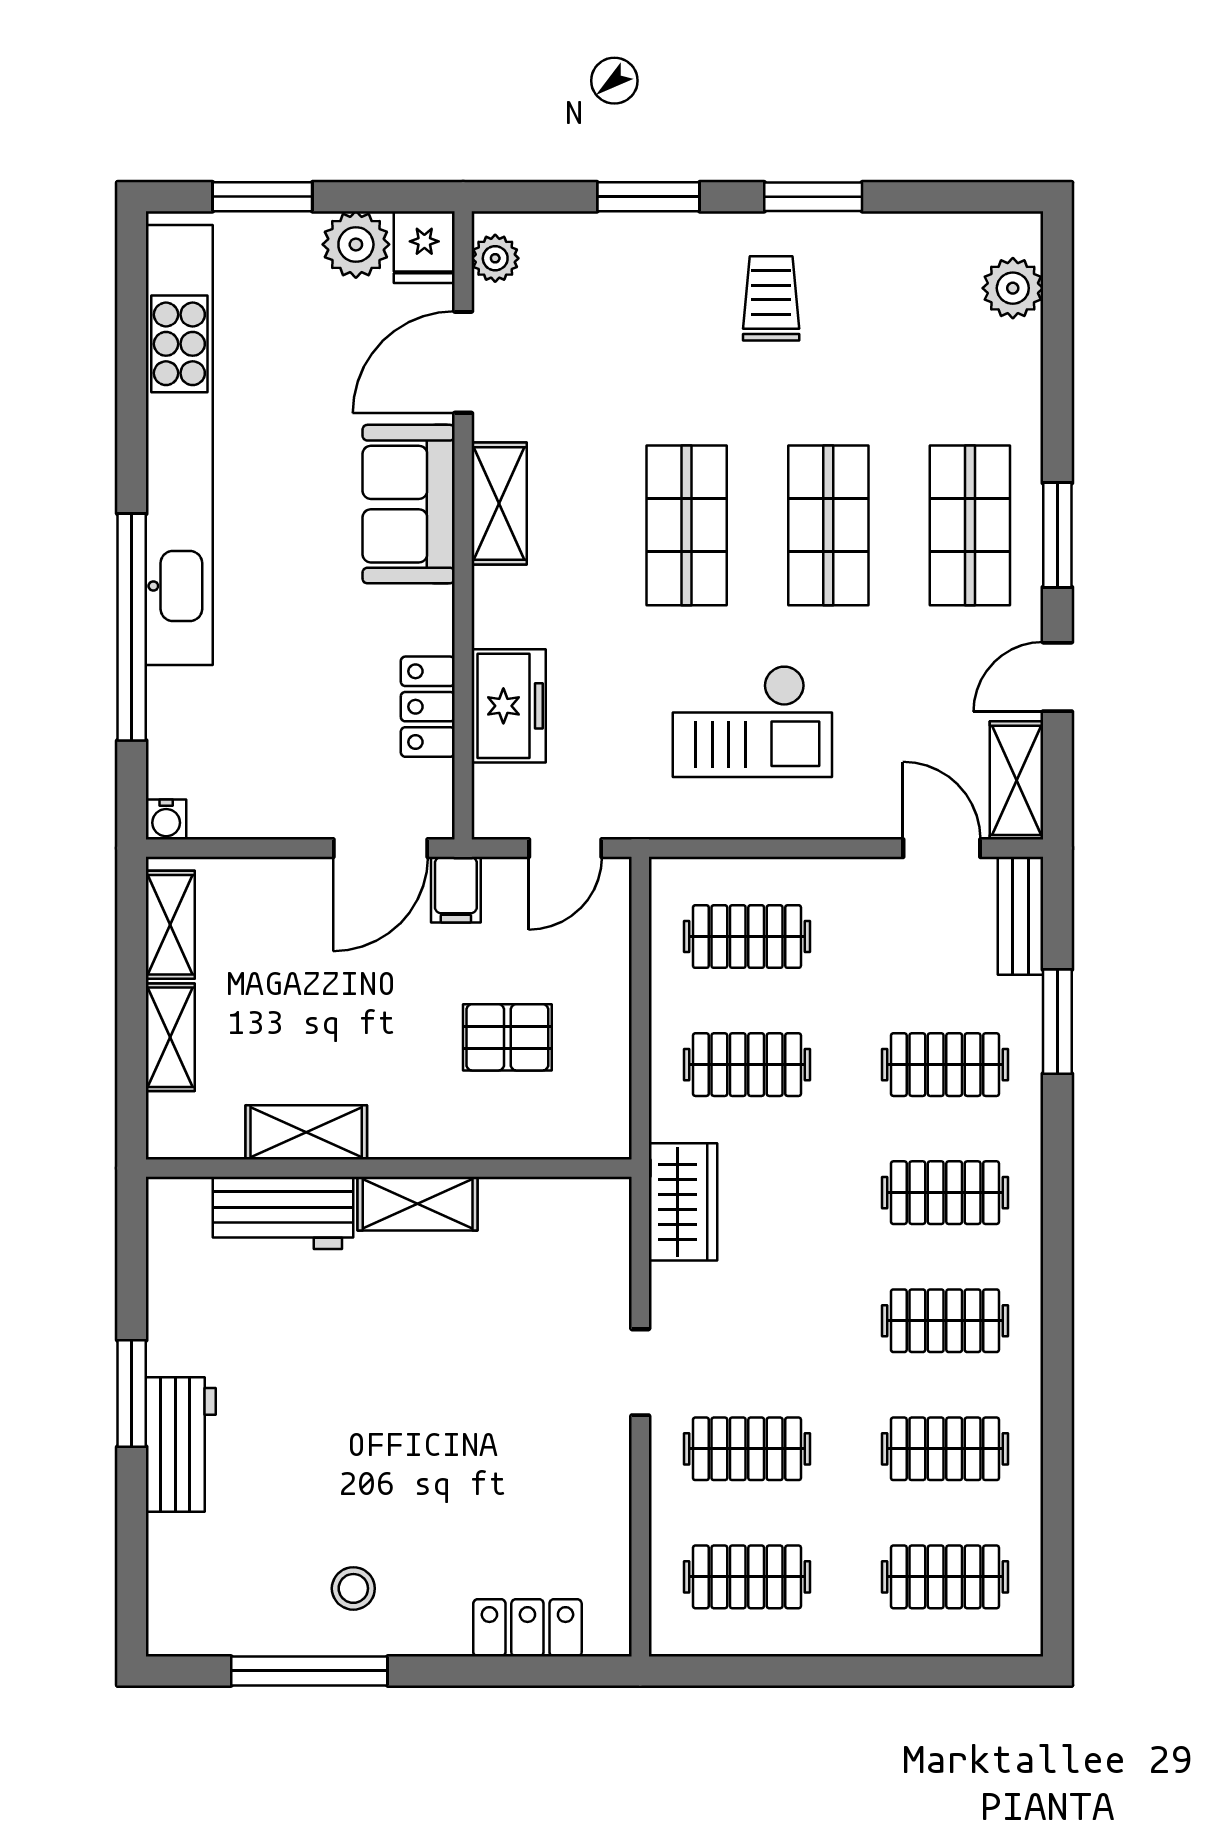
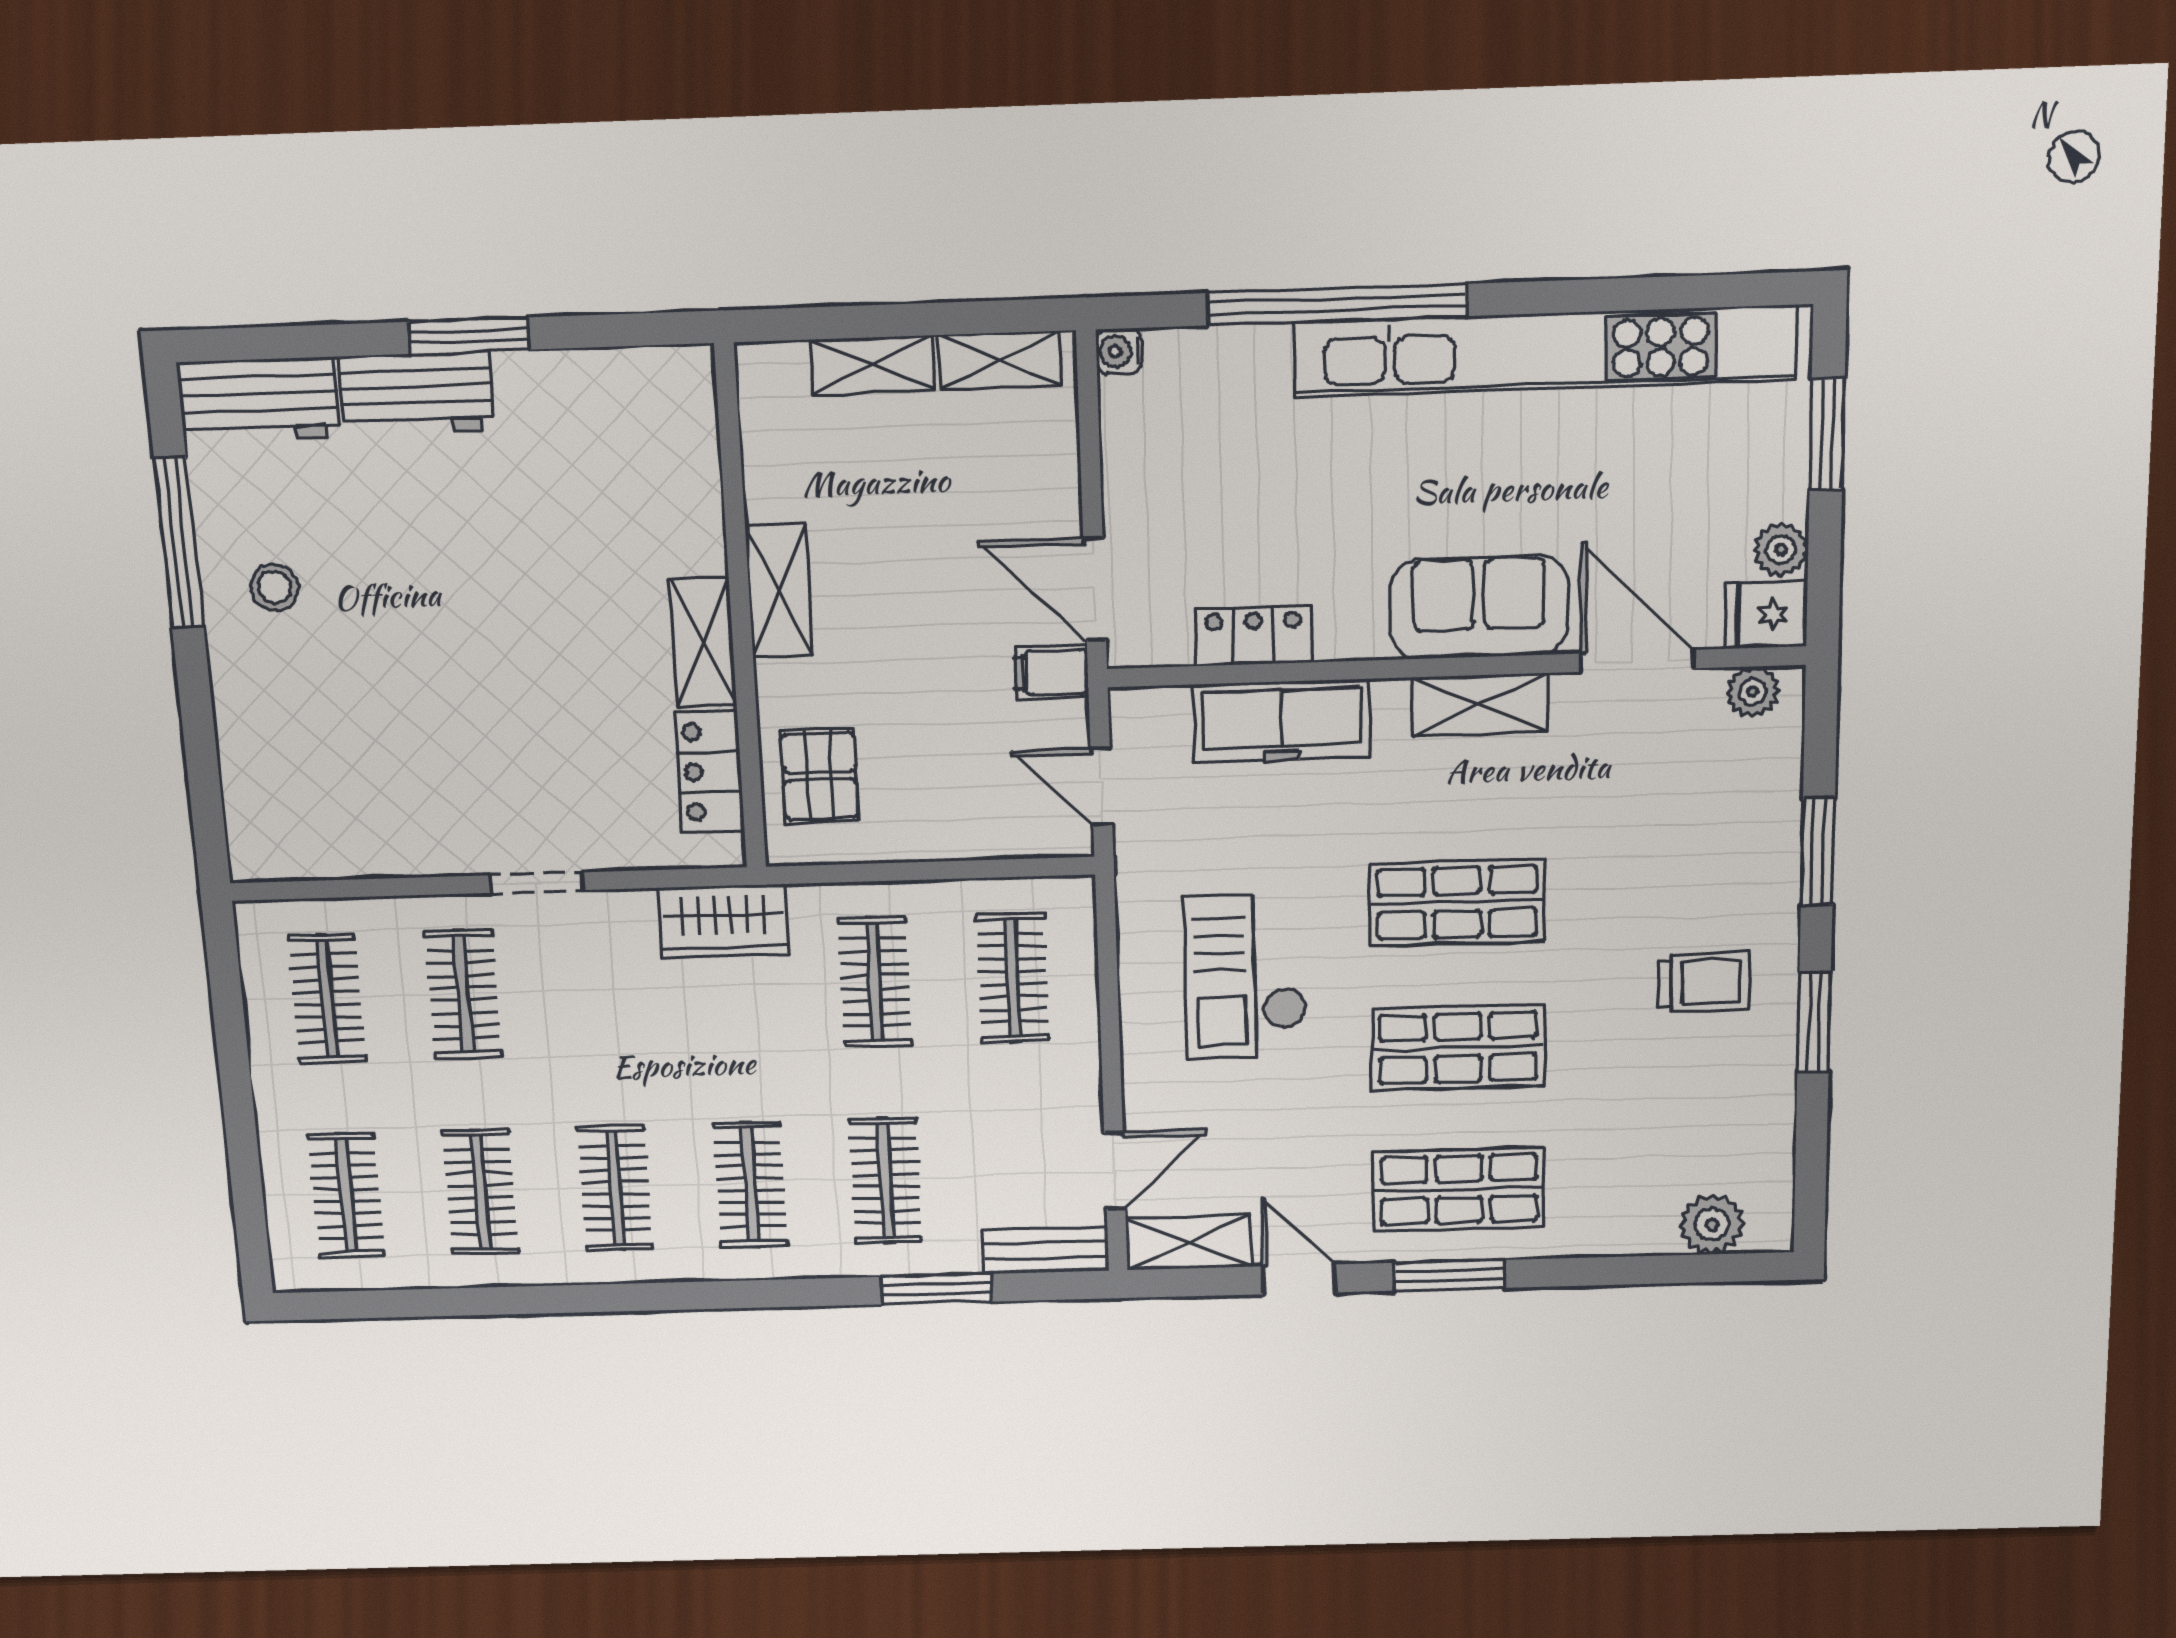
plant: (356, 244) -> (1781, 550), width x0.73, depth x0.73
freezer: (509, 706) -> (1281, 721), width x1.40
pallet: (507, 1037) -> (820, 776), moved
shelving: (306, 1132) -> (779, 590), moved
workbench: (283, 1213) -> (258, 400), moved, turned -90
locker: (527, 1628) -> (710, 771), moved, turned 180

